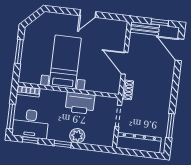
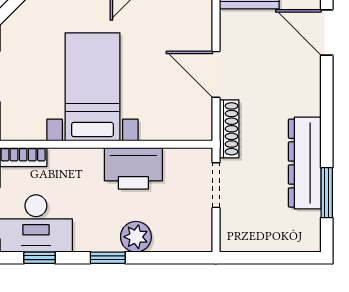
shoe rack: (128, 90) -> (229, 129), width x1.43
dresser: (139, 143) -> (305, 163), moved, turned -90

